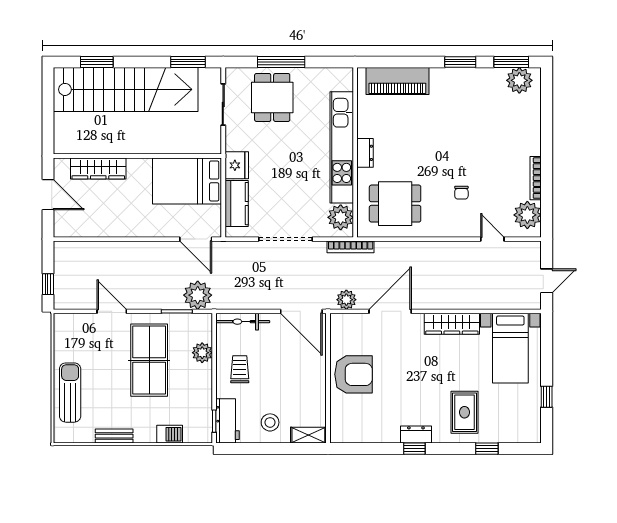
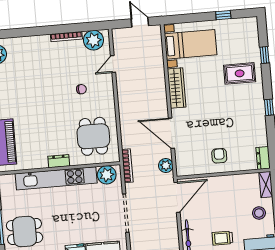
armchair: (353, 374) -> (219, 156), width x0.53, depth x0.53
dresser: (416, 435) -> (263, 158), moved

